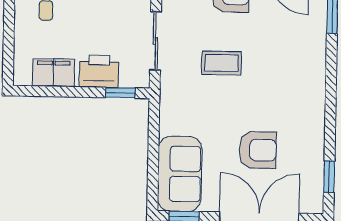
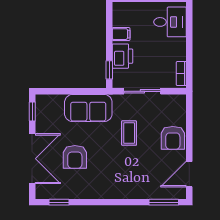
filing cabinet: (53, 73) -> (121, 34), width x0.50
sofa: (180, 174) -> (88, 108), moved

